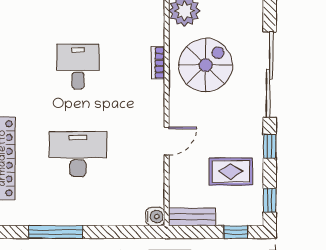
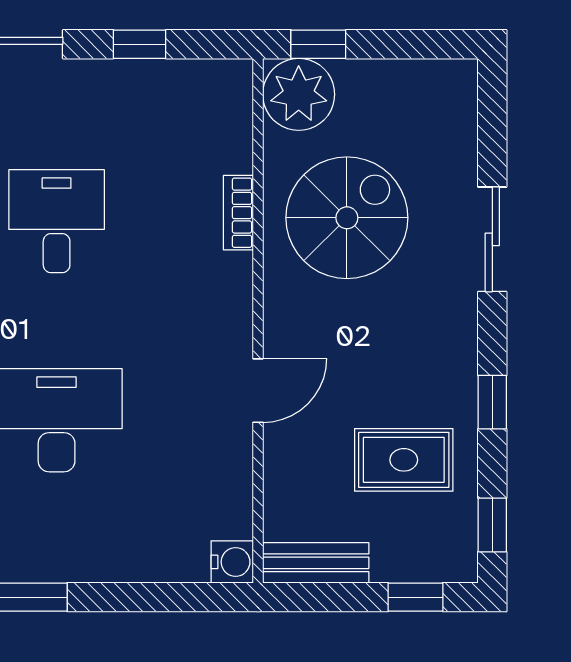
sliding door: (270, 75) -> (492, 239), width x0.54

